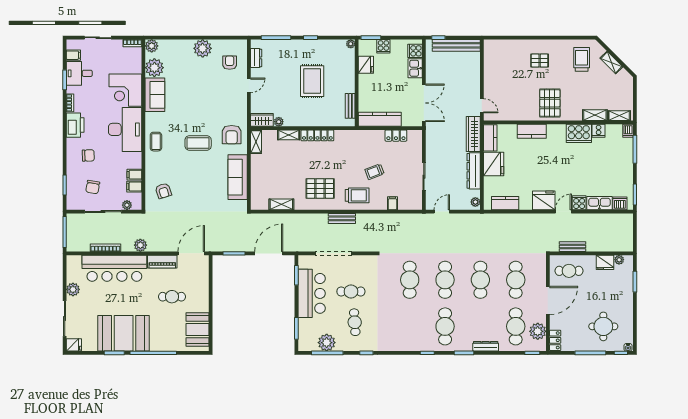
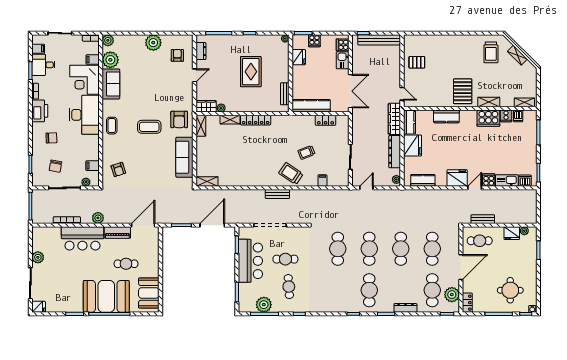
trolley: (582, 59) -> (491, 52), turned 180
pallet: (540, 61) -> (417, 62), moved
shelving: (595, 115) -> (489, 102), moved
dishwasher: (628, 131) -> (518, 116), moved
filing cabinet: (134, 175) -> (93, 60), moved
pallet: (320, 188) -> (258, 167), removed
trolley: (357, 195) -> (291, 174), turned -146
shelving: (281, 204) -> (207, 181), moved
bar counter: (114, 268) -> (82, 238), width x0.73
booth: (124, 333) -> (106, 296), moved

